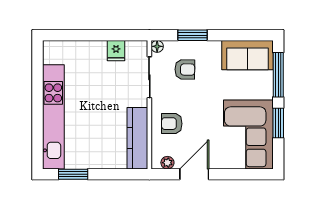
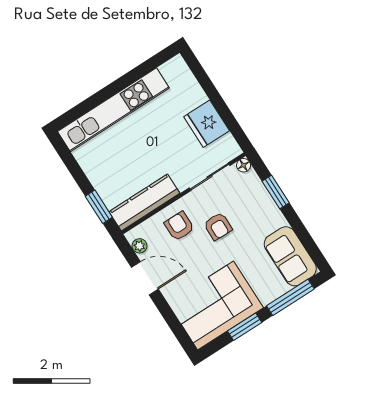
fridge: (116, 51) -> (207, 124), width x1.88, depth x1.34
armchair: (185, 69) -> (218, 226), moved
window: (73, 174) -> (99, 207), moved

